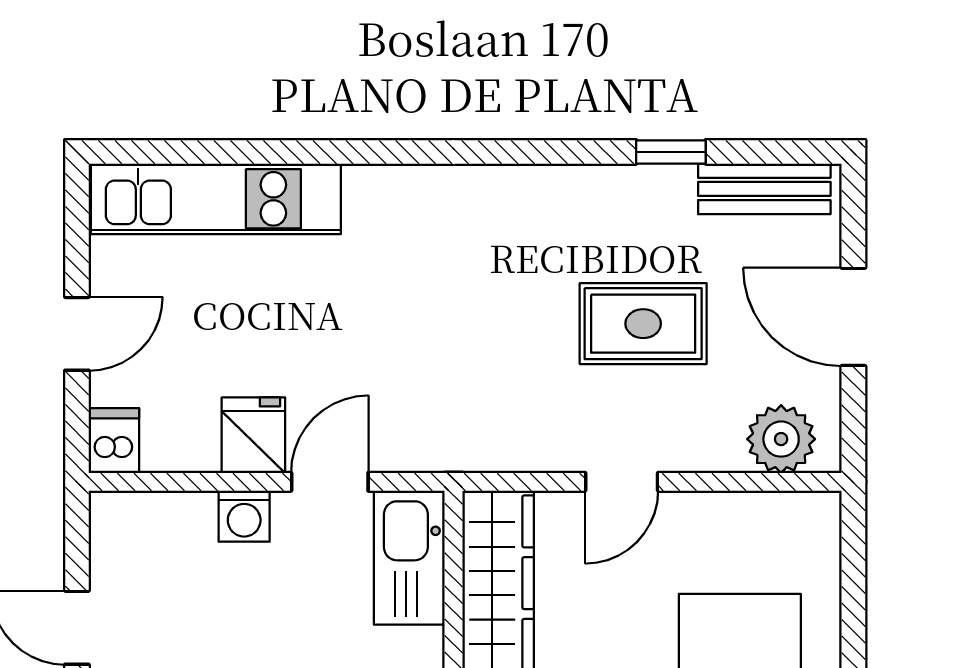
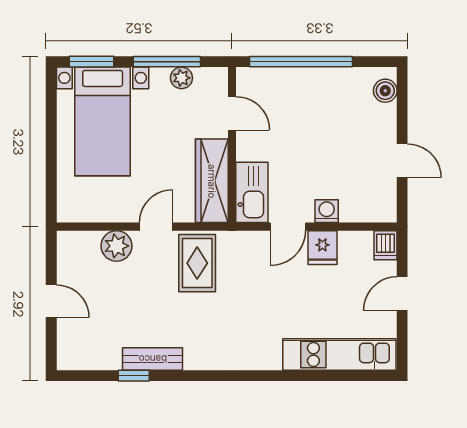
bench: (764, 189) -> (153, 359), moved
door: (853, 317) -> (51, 301), width x0.73
rug: (643, 324) -> (197, 263), moved, turned 90
plant: (781, 439) -> (117, 246), moved

